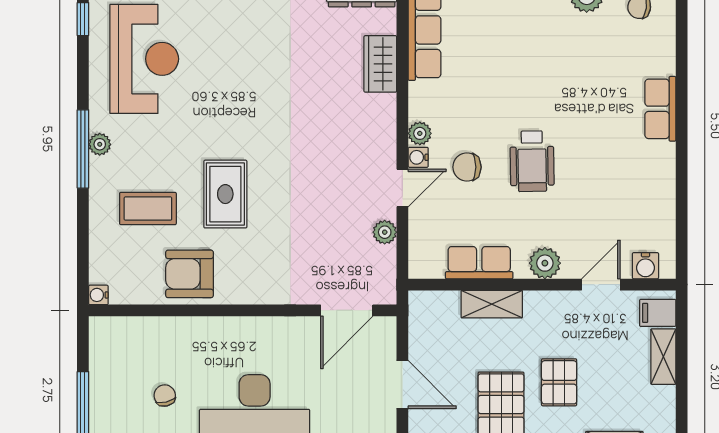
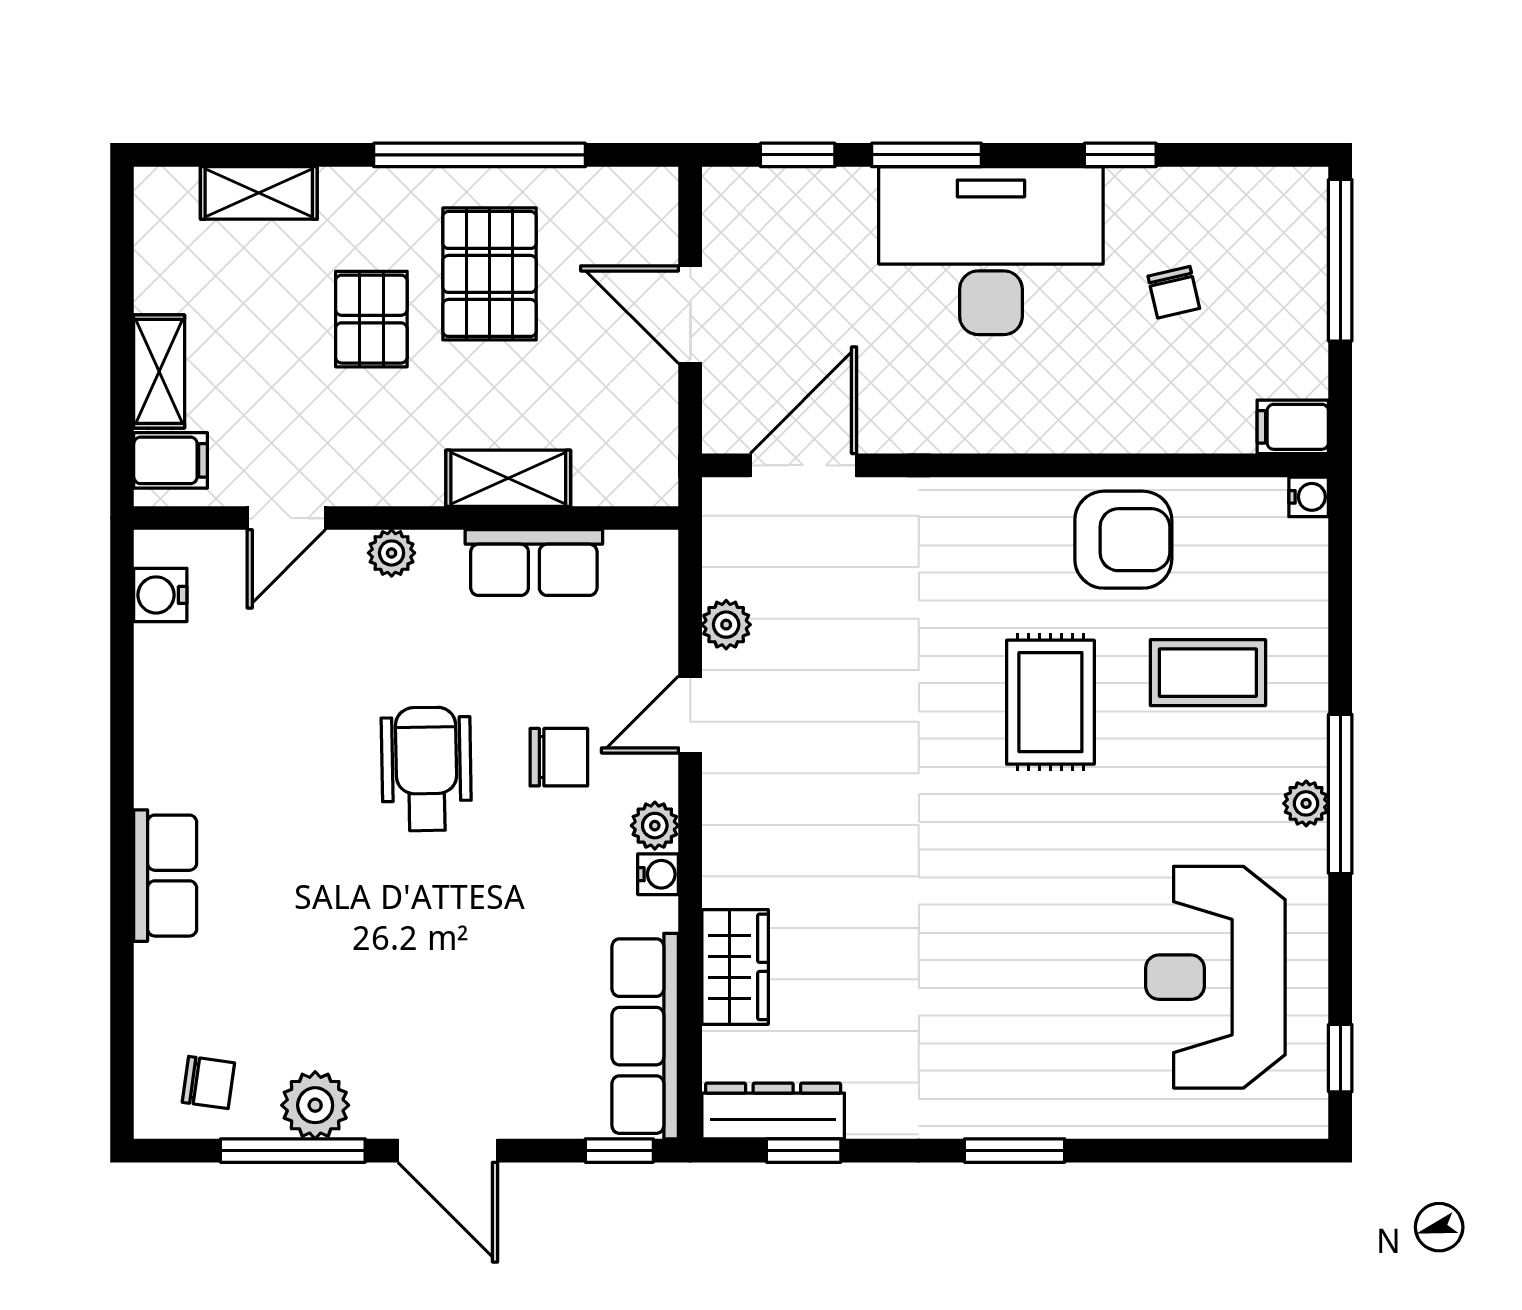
water cooler: (418, 157) -> (658, 874), moved
plant: (545, 263) -> (392, 553), width x0.73, depth x0.73
water cooler: (645, 266) -> (160, 595), moved, turned -90
filing cabinet: (106, 329) -> (1293, 427), added

